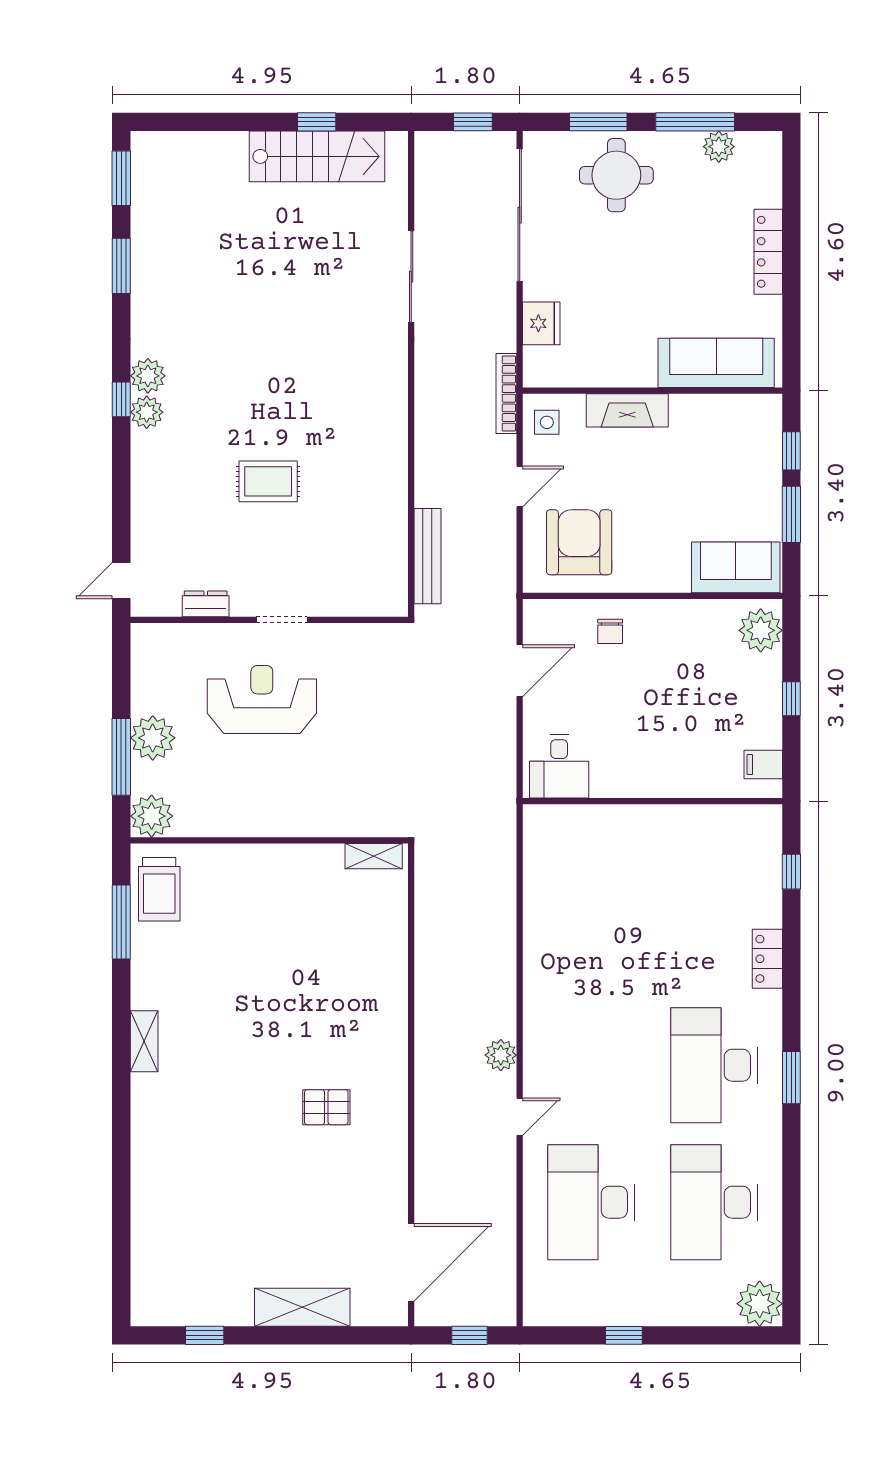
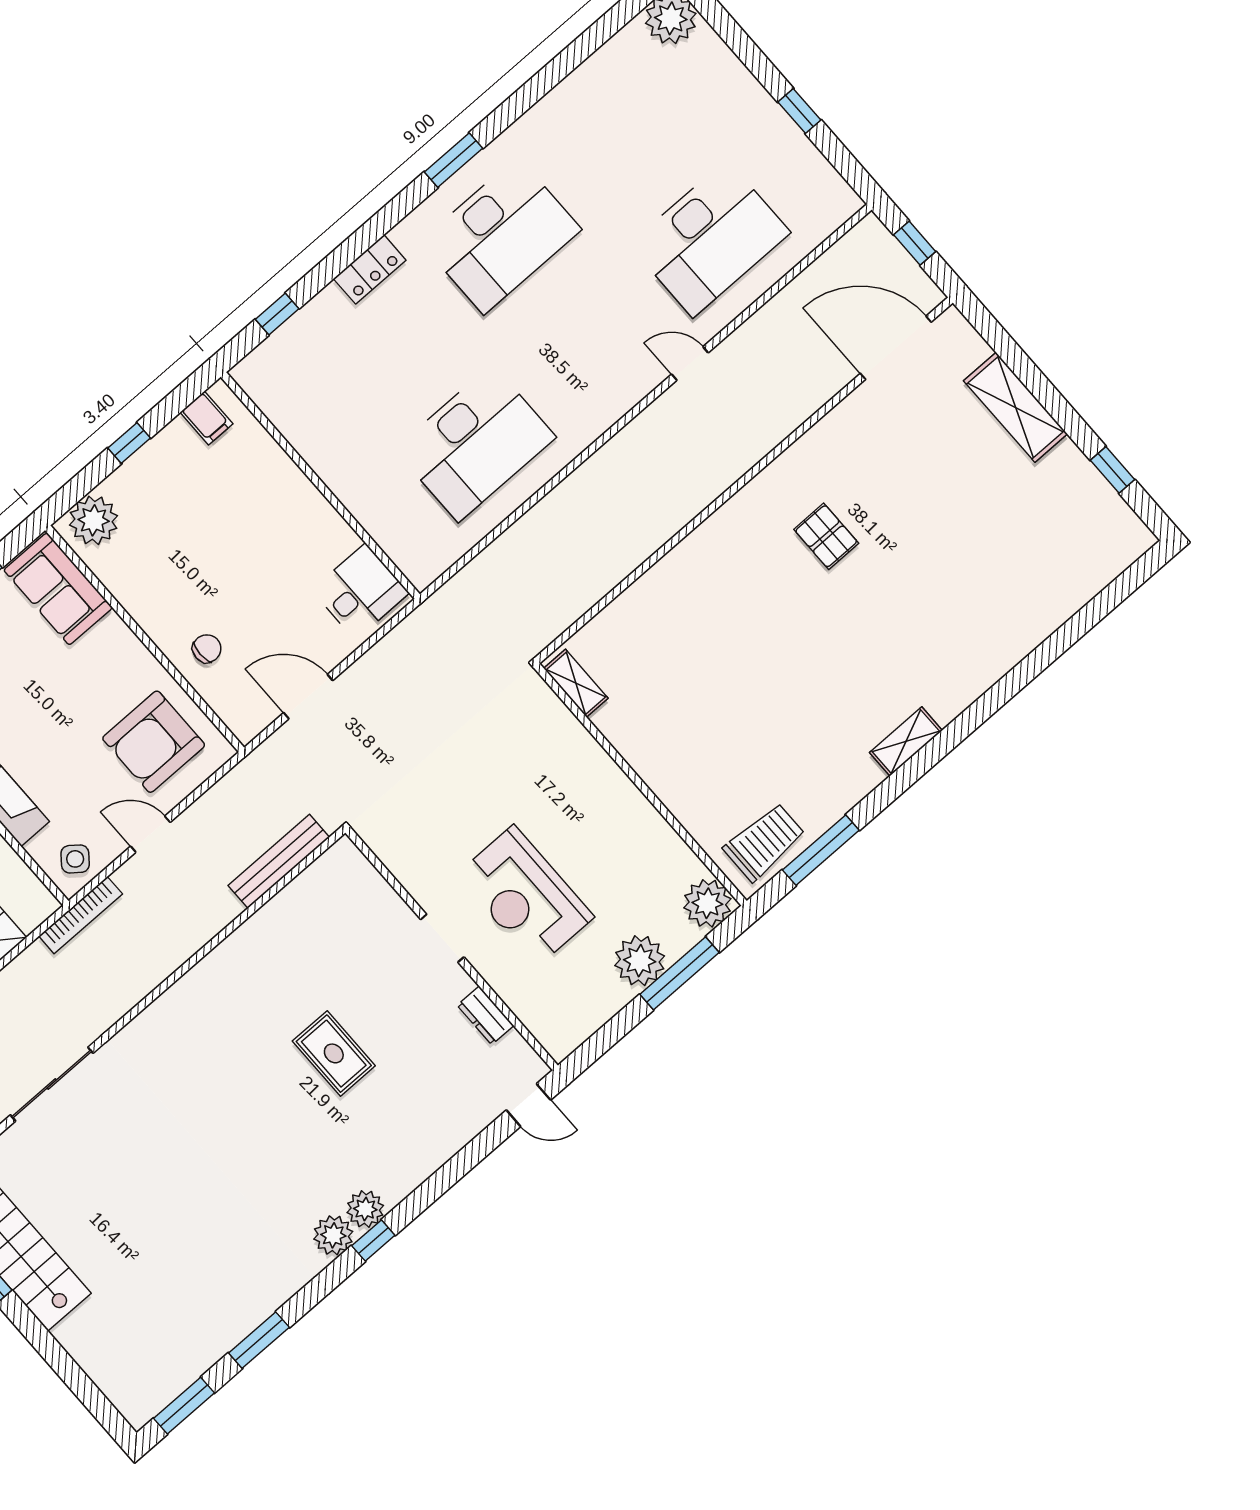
side table: (547, 422) -> (75, 859), turned 38
plant: (501, 1055) -> (651, 426), removed
desk: (714, 1202) -> (475, 443), moved

